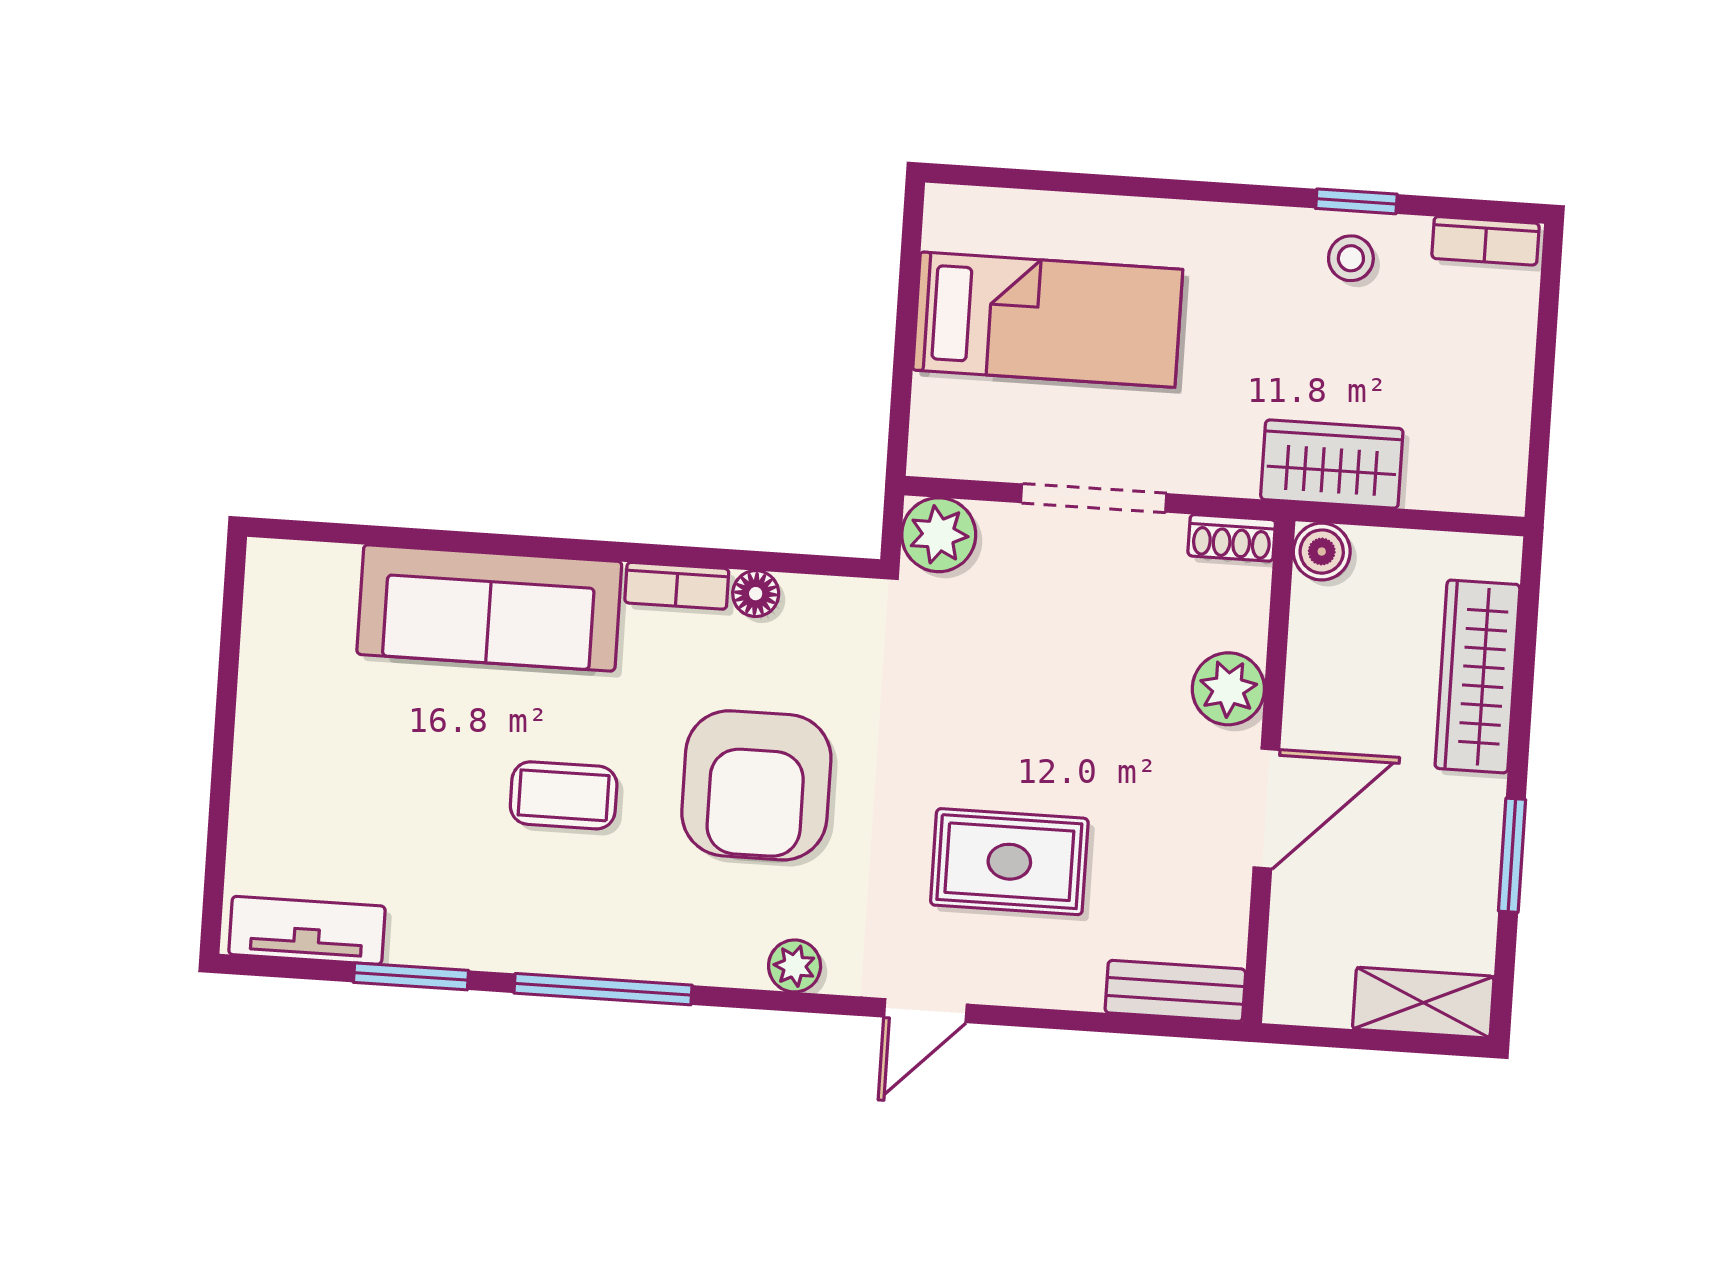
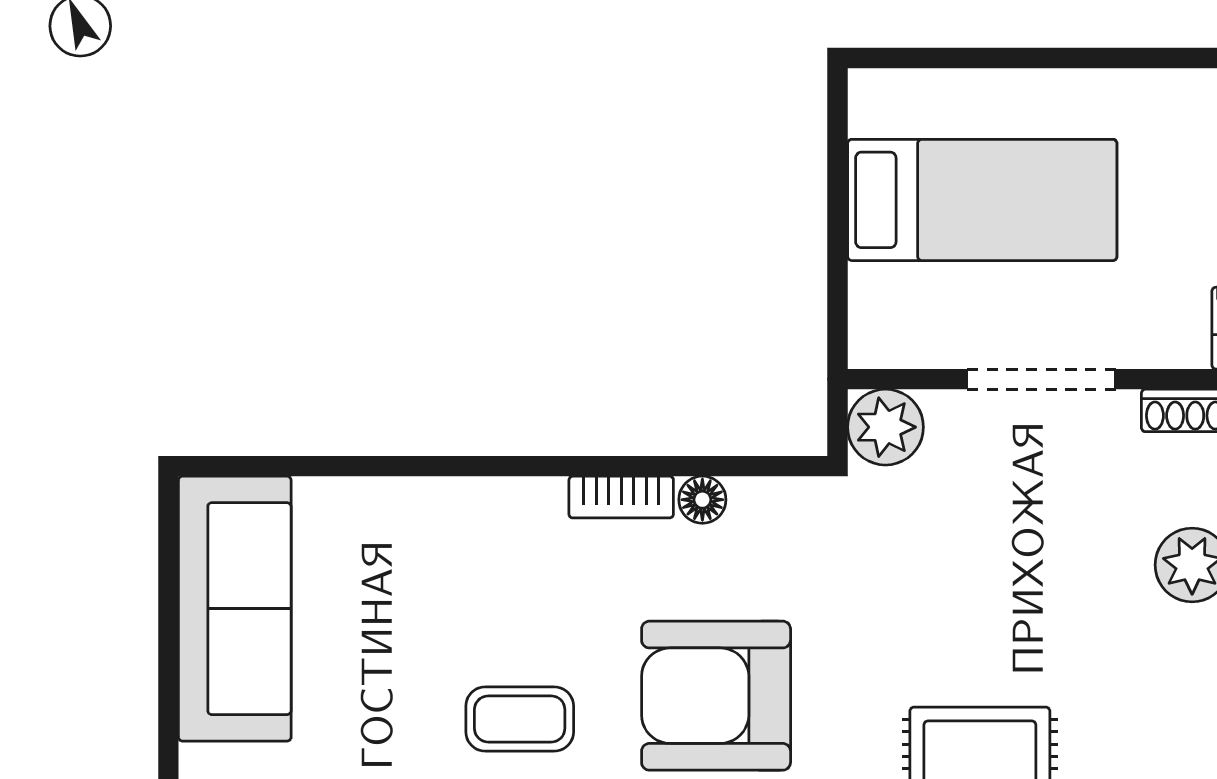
sofa: (489, 608) -> (235, 609), moved, turned -90
armchair: (756, 785) -> (716, 696), turned 90

